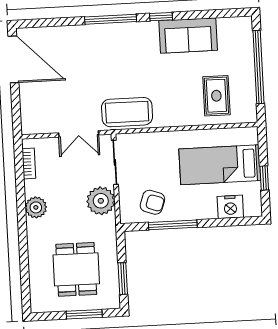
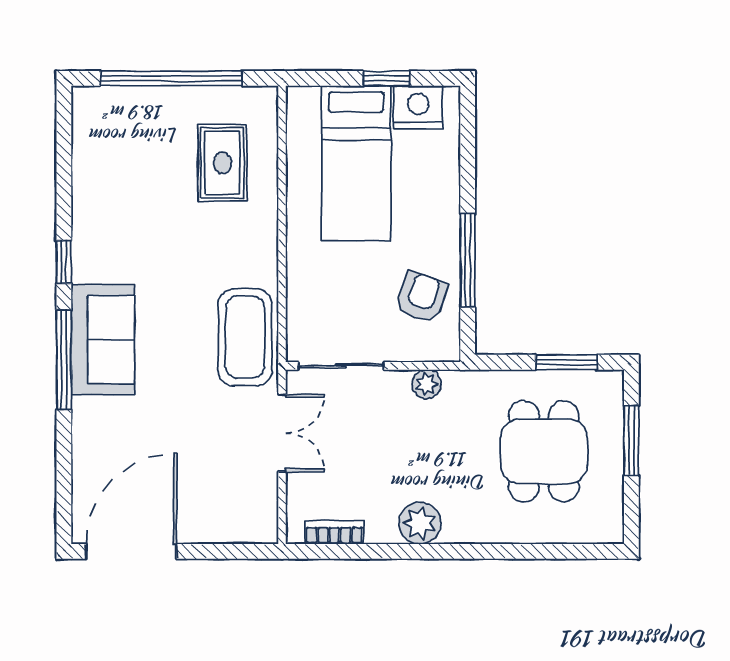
sofa: (188, 35) -> (103, 340), moved
rug: (216, 96) -> (222, 163), turned 90
plant: (101, 201) -> (427, 384), width x0.53, depth x0.53
nightstand: (230, 207) -> (418, 108), moved, turned -90
dining table: (76, 269) -> (544, 451), turned 90

